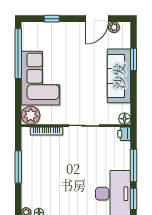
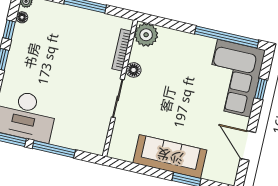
plant: (114, 27) -> (232, 164), removed
corner sofa: (41, 78) -> (234, 78), moved, turned 90
floor lamp: (125, 119) -> (134, 70), moved
printer: (124, 134) -> (96, 146), removed

